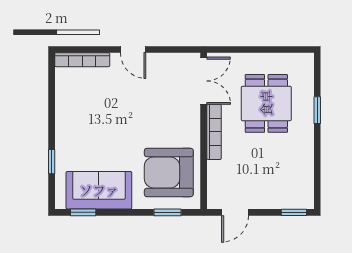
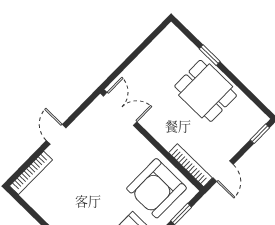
door: (133, 50) -> (56, 134), swing flipped
dining table: (266, 103) -> (206, 91), moved
bookcase: (214, 132) -> (190, 165), moved

